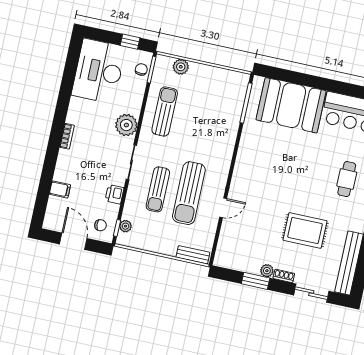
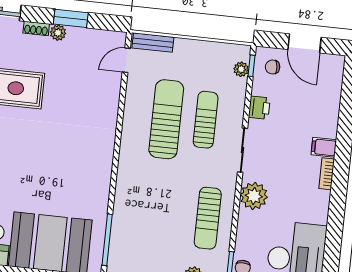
filing cabinet: (60, 189) -> (324, 147), moved
door: (223, 208) -> (126, 60), moved

